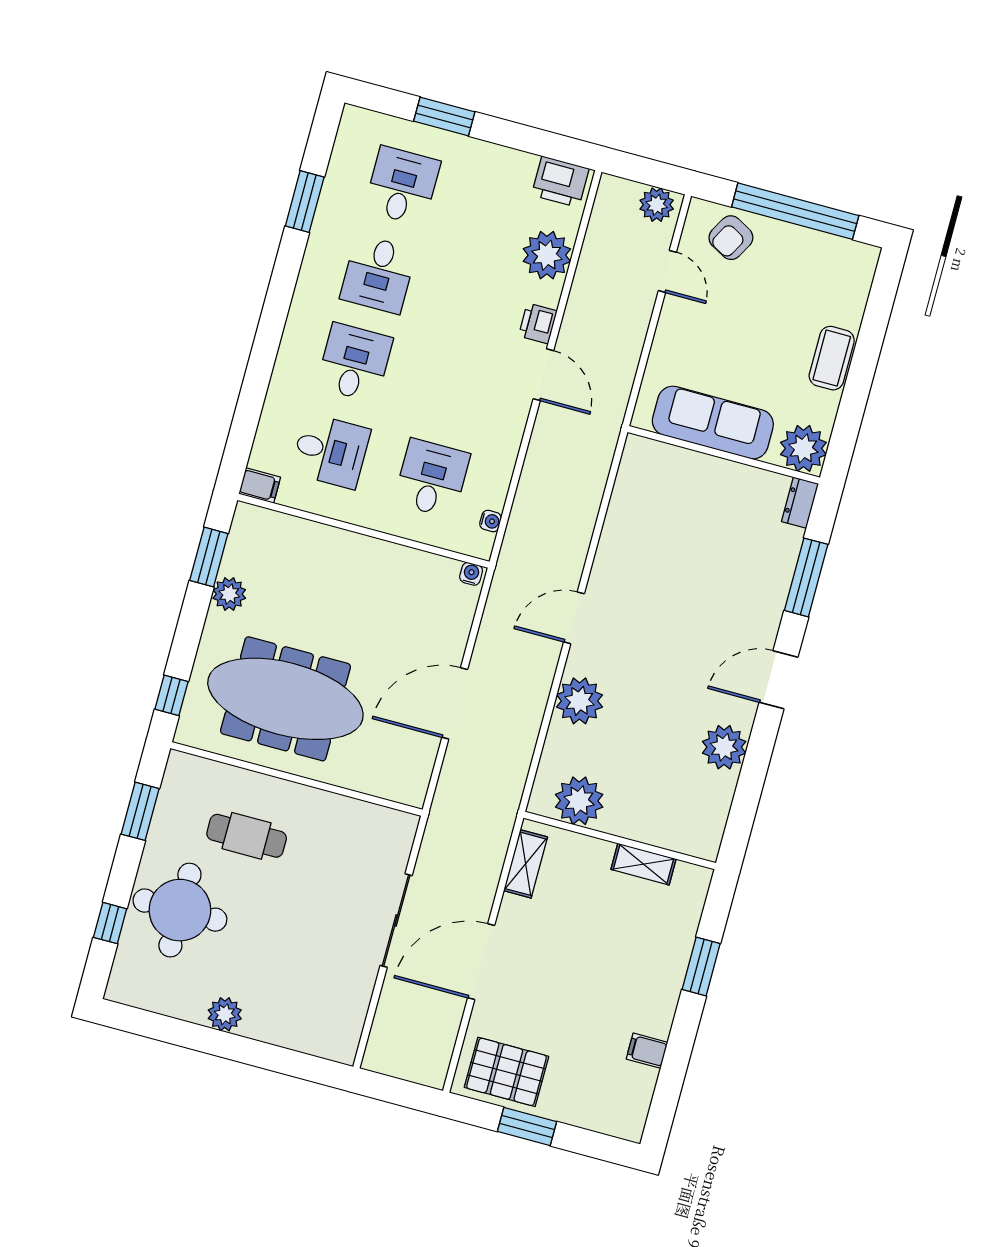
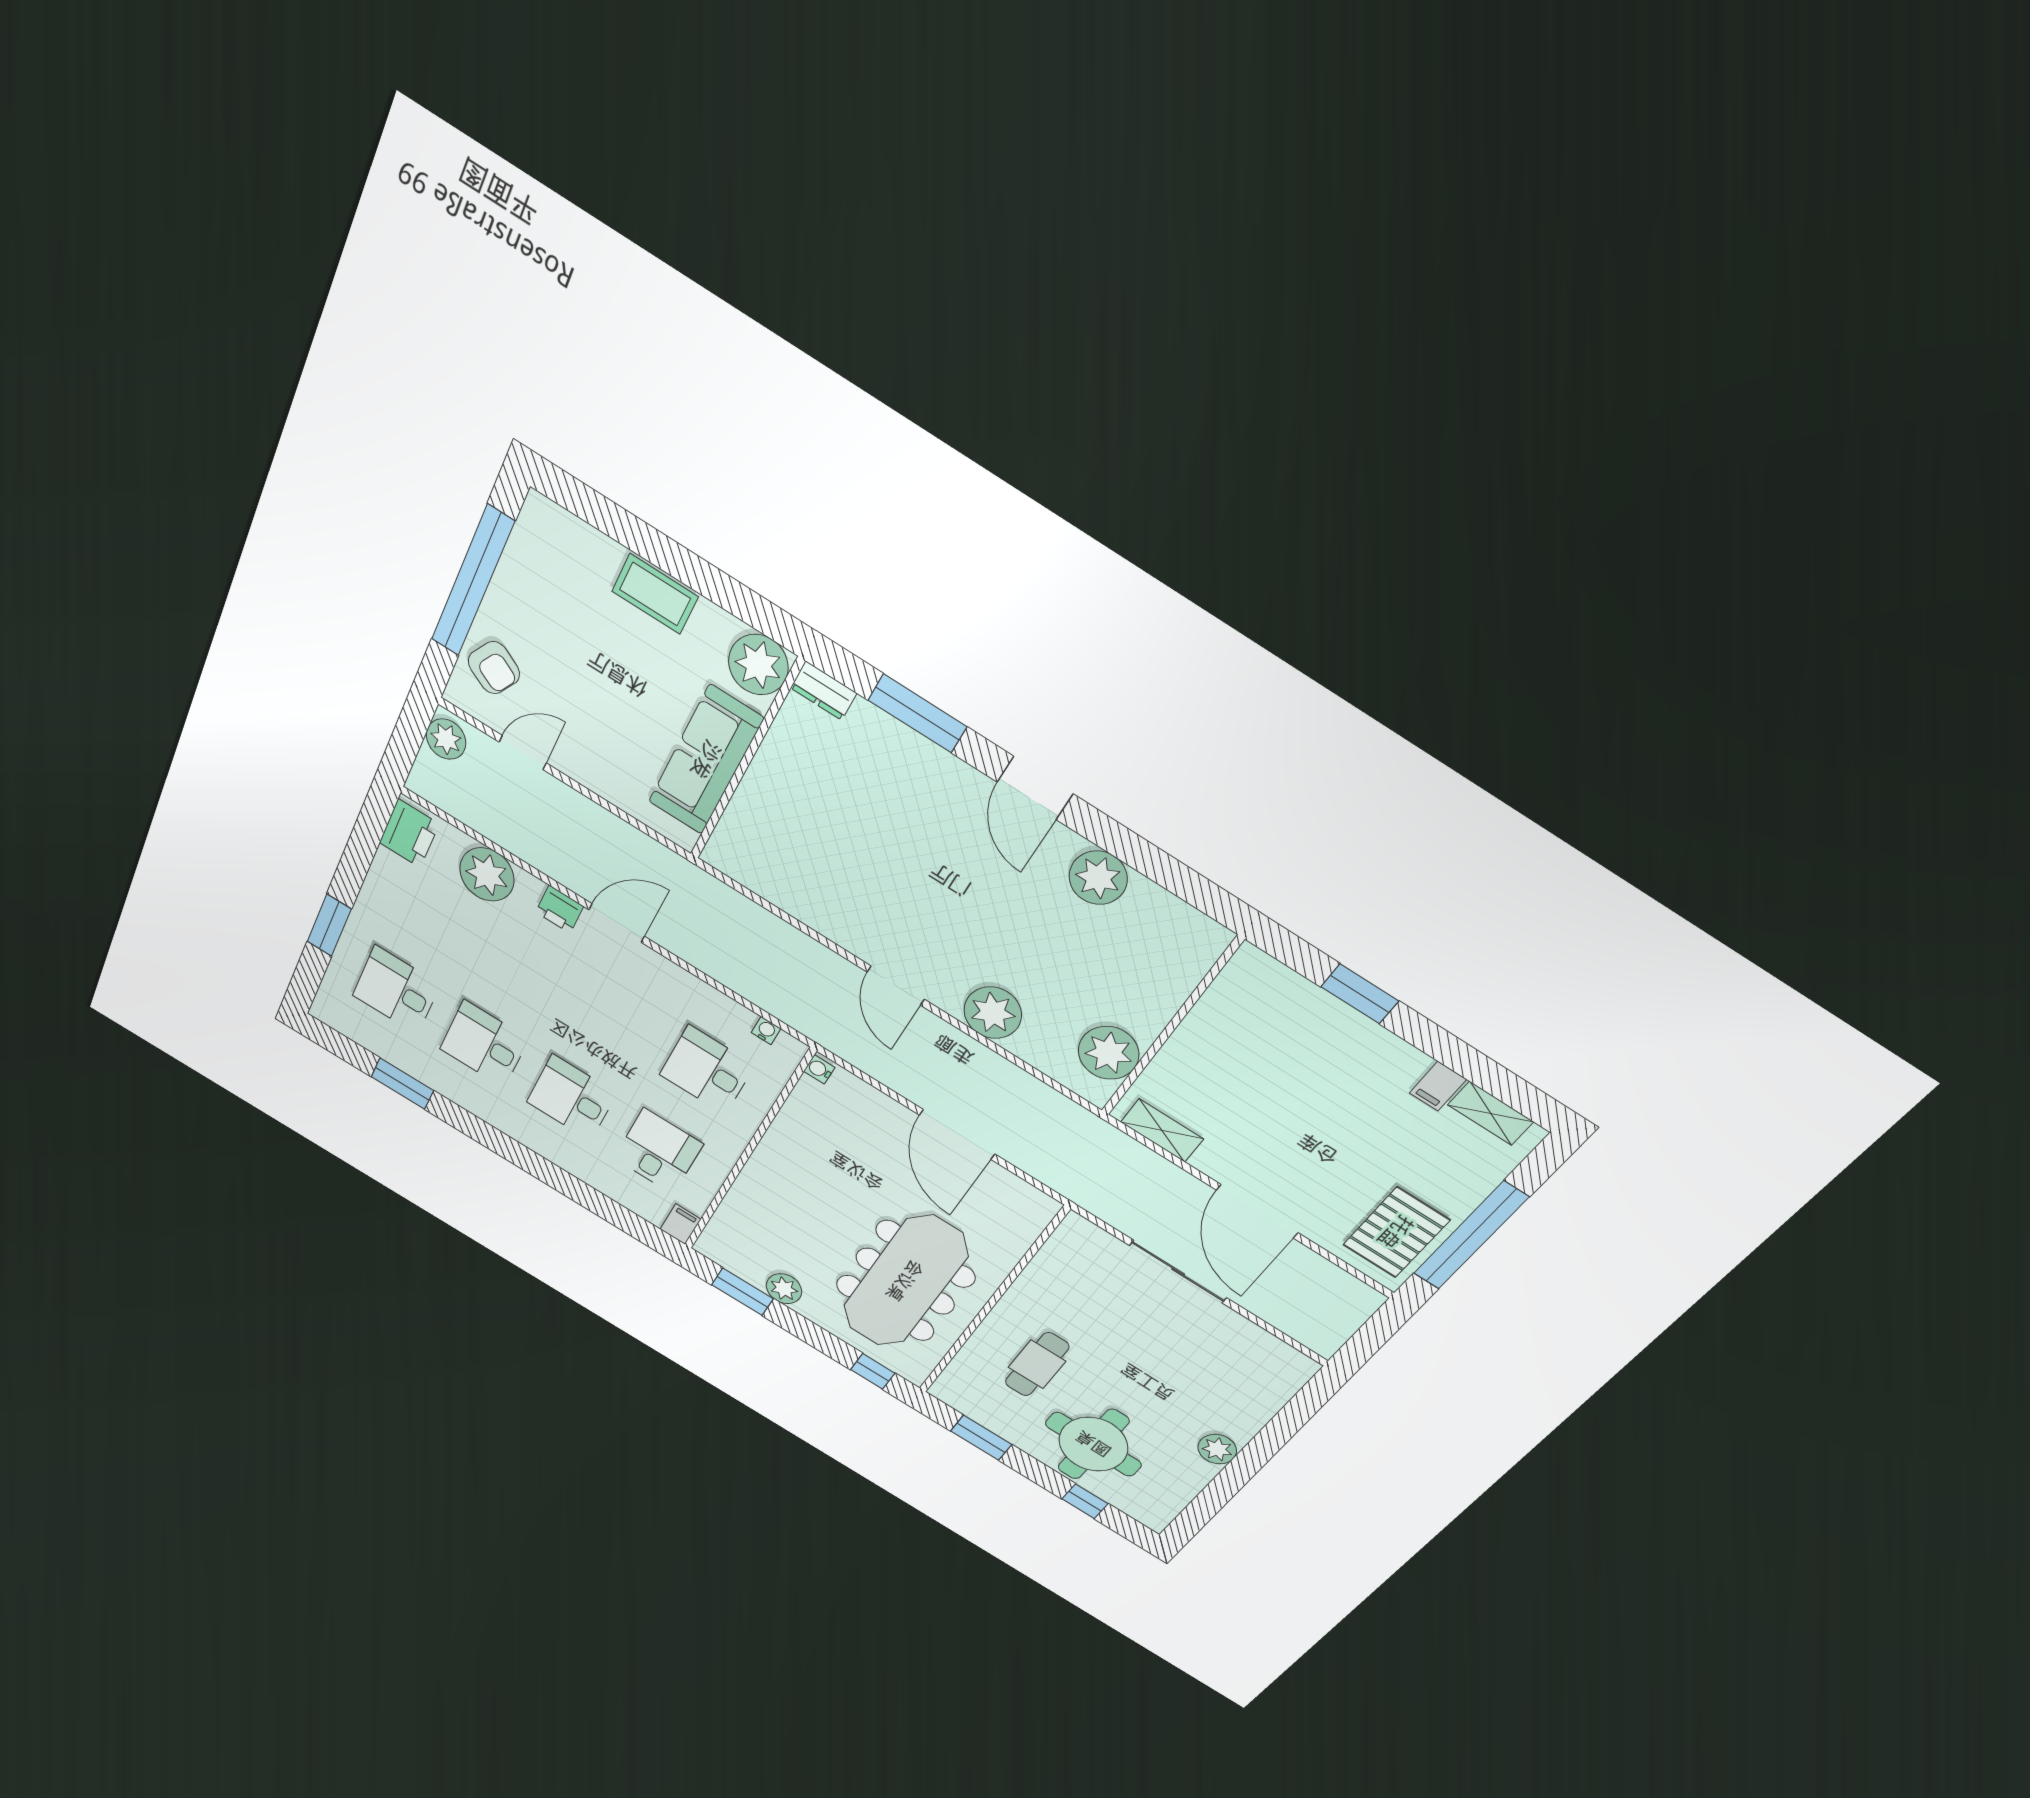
desk: (378, 274) -> (484, 1044), turned 180
shelving: (643, 864) -> (1491, 1113), moved, turned 90
window: (527, 1126) -> (1471, 1236), width x2.11

